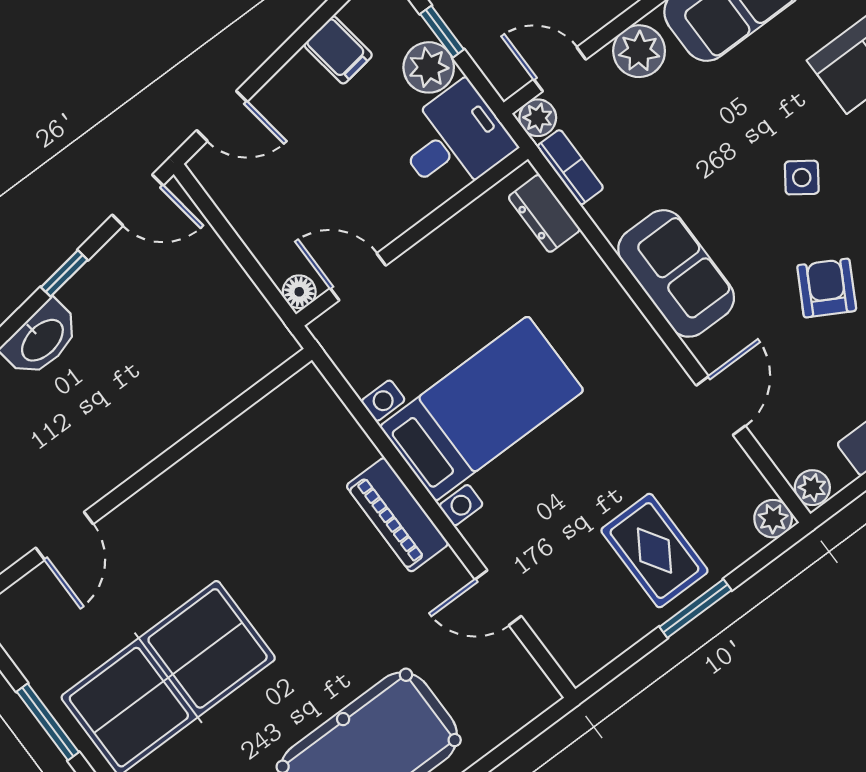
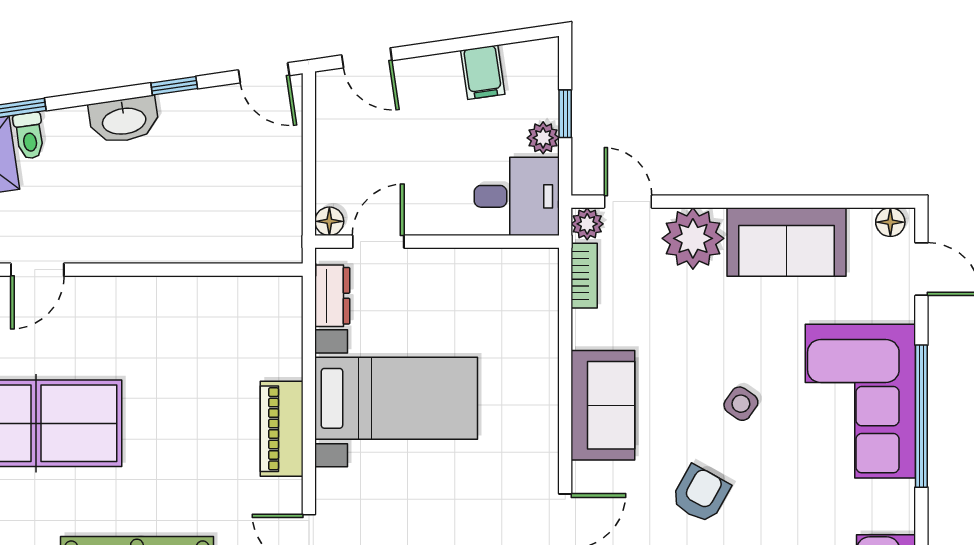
plant: (639, 51) -> (693, 238), width x1.36, depth x1.36
plant: (429, 67) -> (543, 138), width x0.73, depth x0.73
dresser: (544, 213) -> (332, 296), moved, turned 180
door: (358, 277) -> (378, 242), hinge flipped

